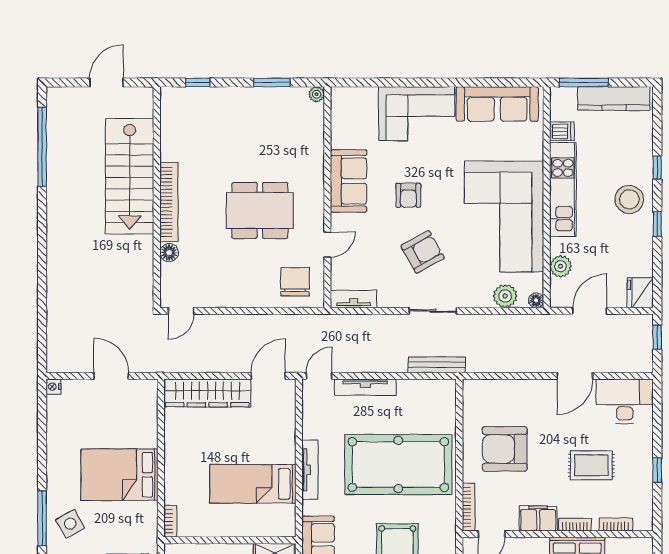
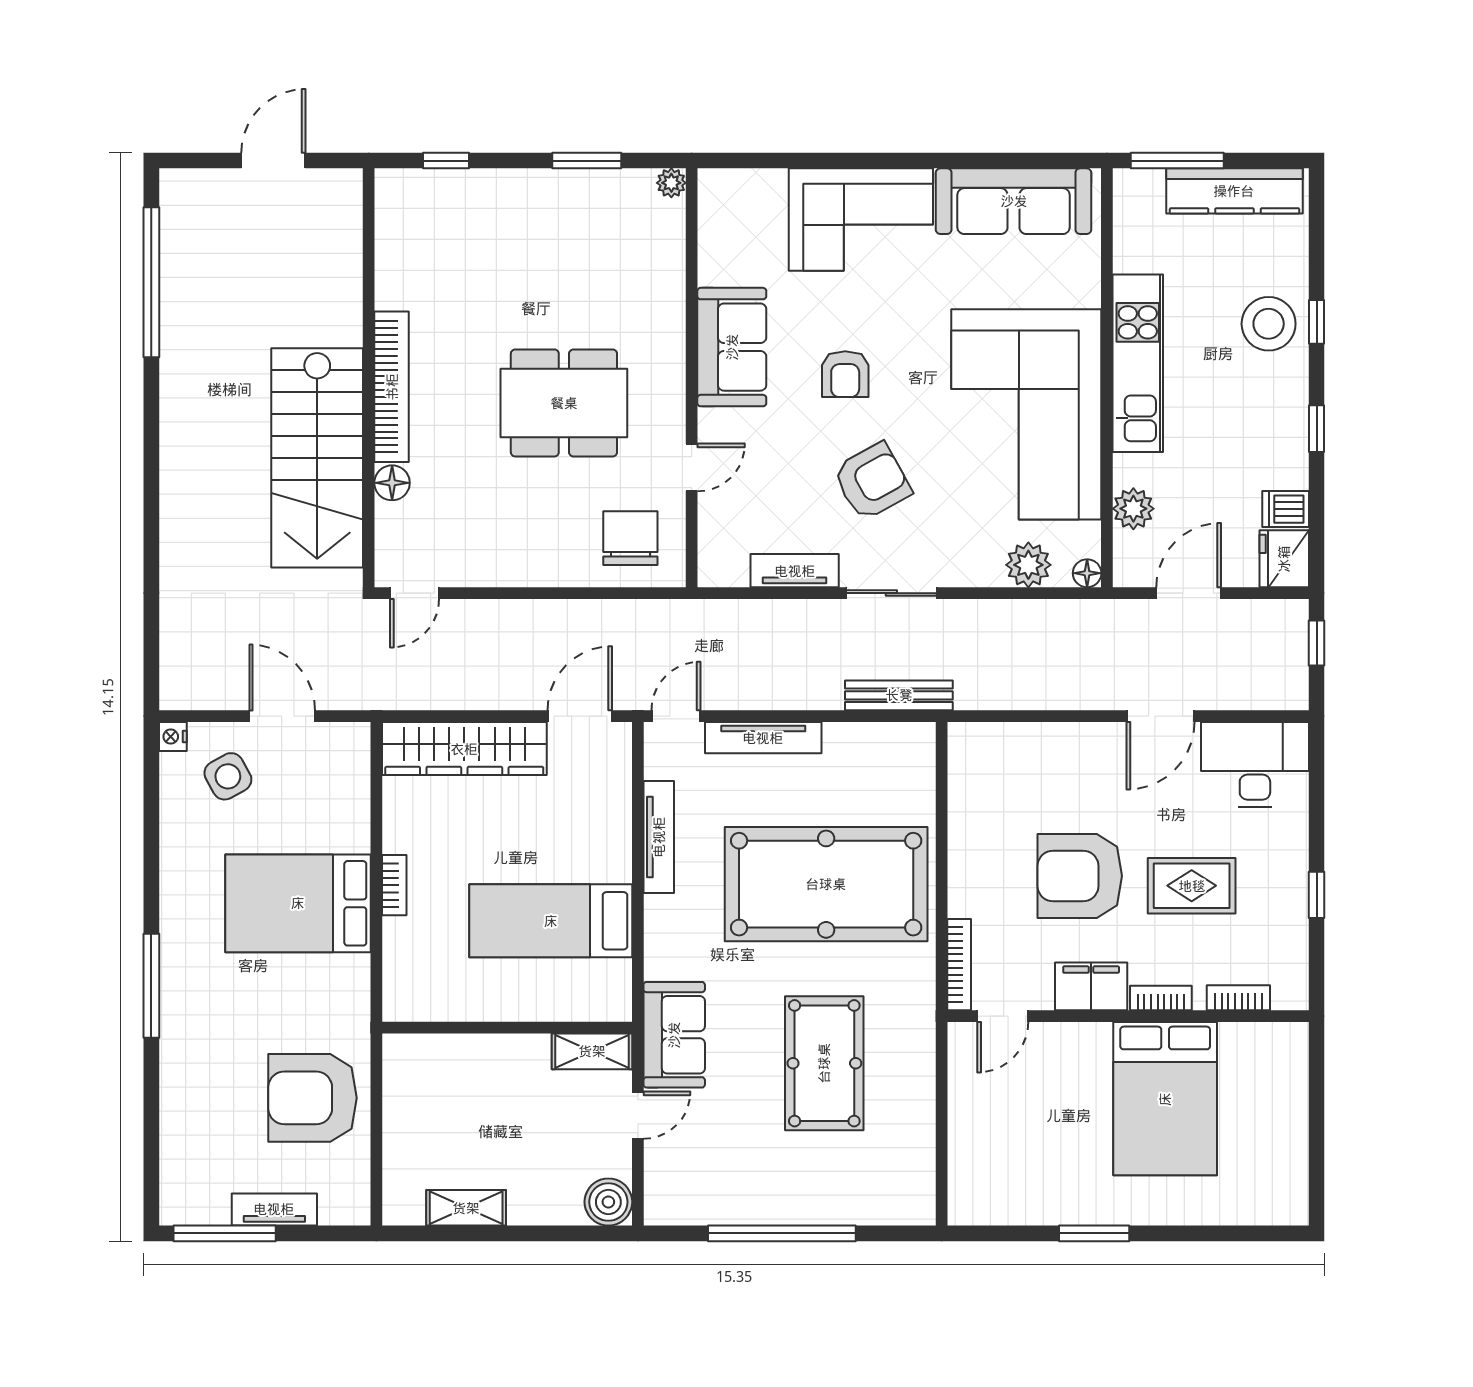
dishwasher: (562, 131) -> (1286, 509), moved, turned 180
stairs: (130, 176) -> (317, 458), moved
stool: (629, 199) -> (1269, 324), moved
tv unit: (354, 299) -> (795, 571), moved
armchair: (505, 449) -> (1080, 876), moved
tv unit: (310, 470) -> (659, 837), moved
bookcase: (170, 521) -> (394, 885), moved
side table: (70, 524) -> (228, 776), moved

